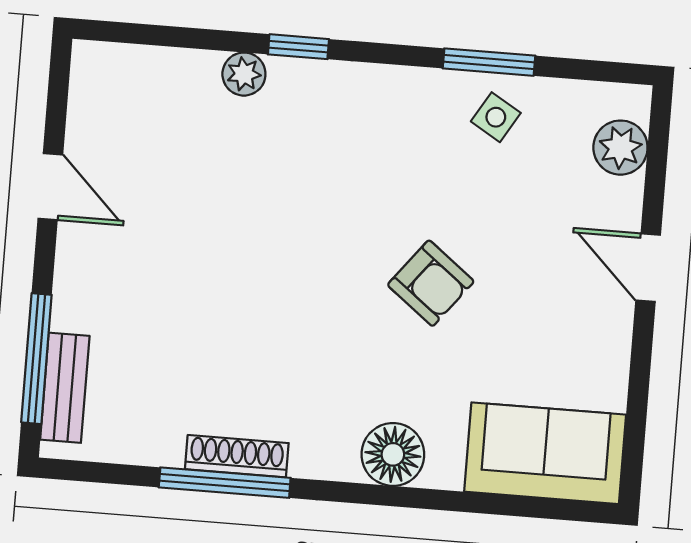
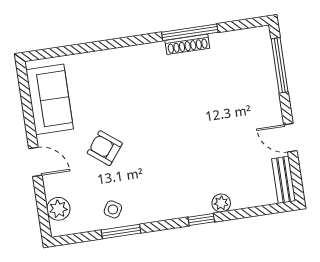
armchair: (431, 283) -> (105, 148), moved
bench: (65, 388) -> (284, 180), moved
sofa: (545, 453) -> (50, 99), moved, turned -90
floor lamp: (393, 454) -> (123, 60), removed

